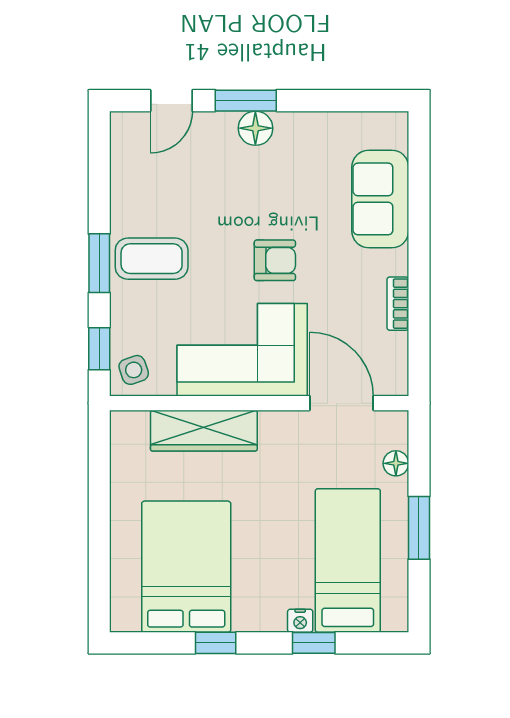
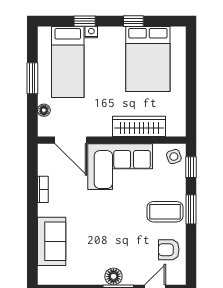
armchair: (275, 260) -> (169, 250), moved

